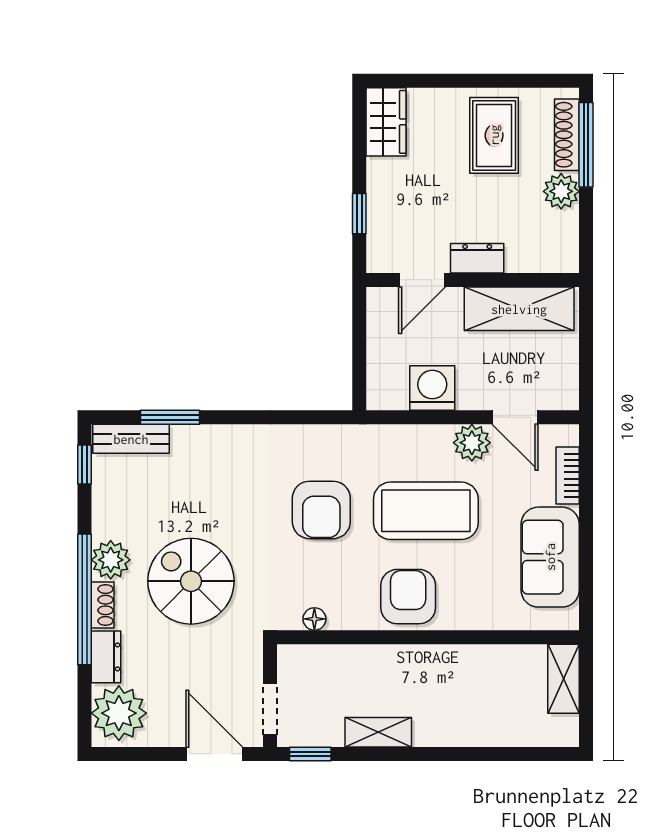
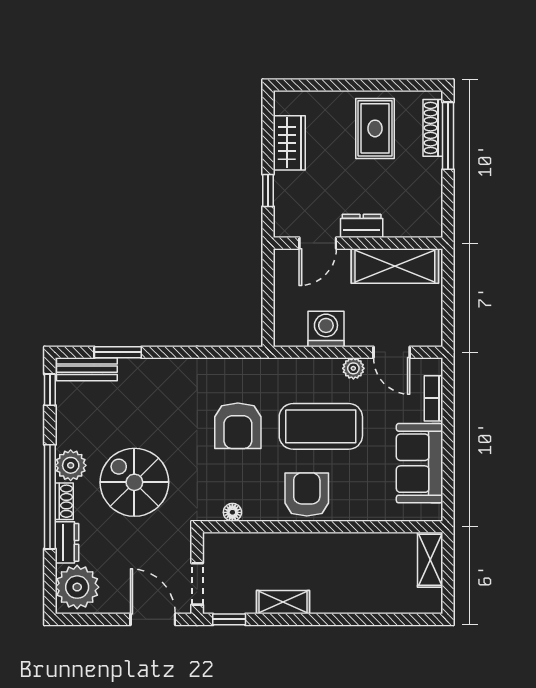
wardrobe: (386, 122) -> (289, 143), moved
plant: (561, 191) -> (428, 173), removed
plant: (472, 443) -> (353, 368), width x0.73, depth x0.73

